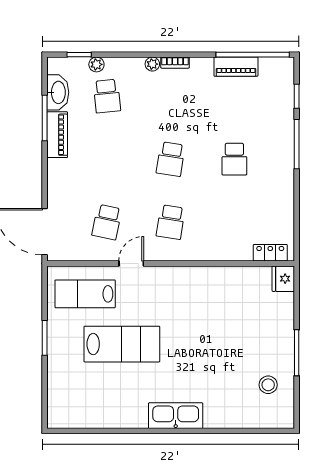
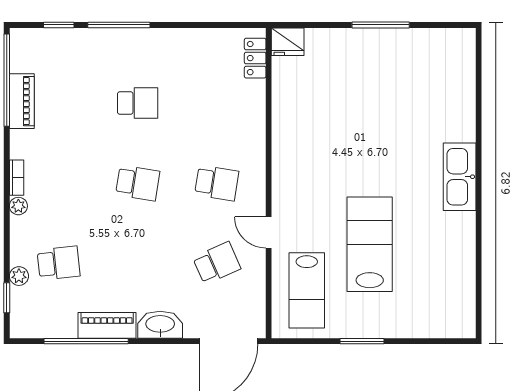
washbasin: (58, 92) -> (160, 325), moved
window: (45, 118) -> (86, 341), width x1.46
school desk: (107, 222) -> (217, 263), turned -36
stool: (268, 385) -> (421, 61), removed

